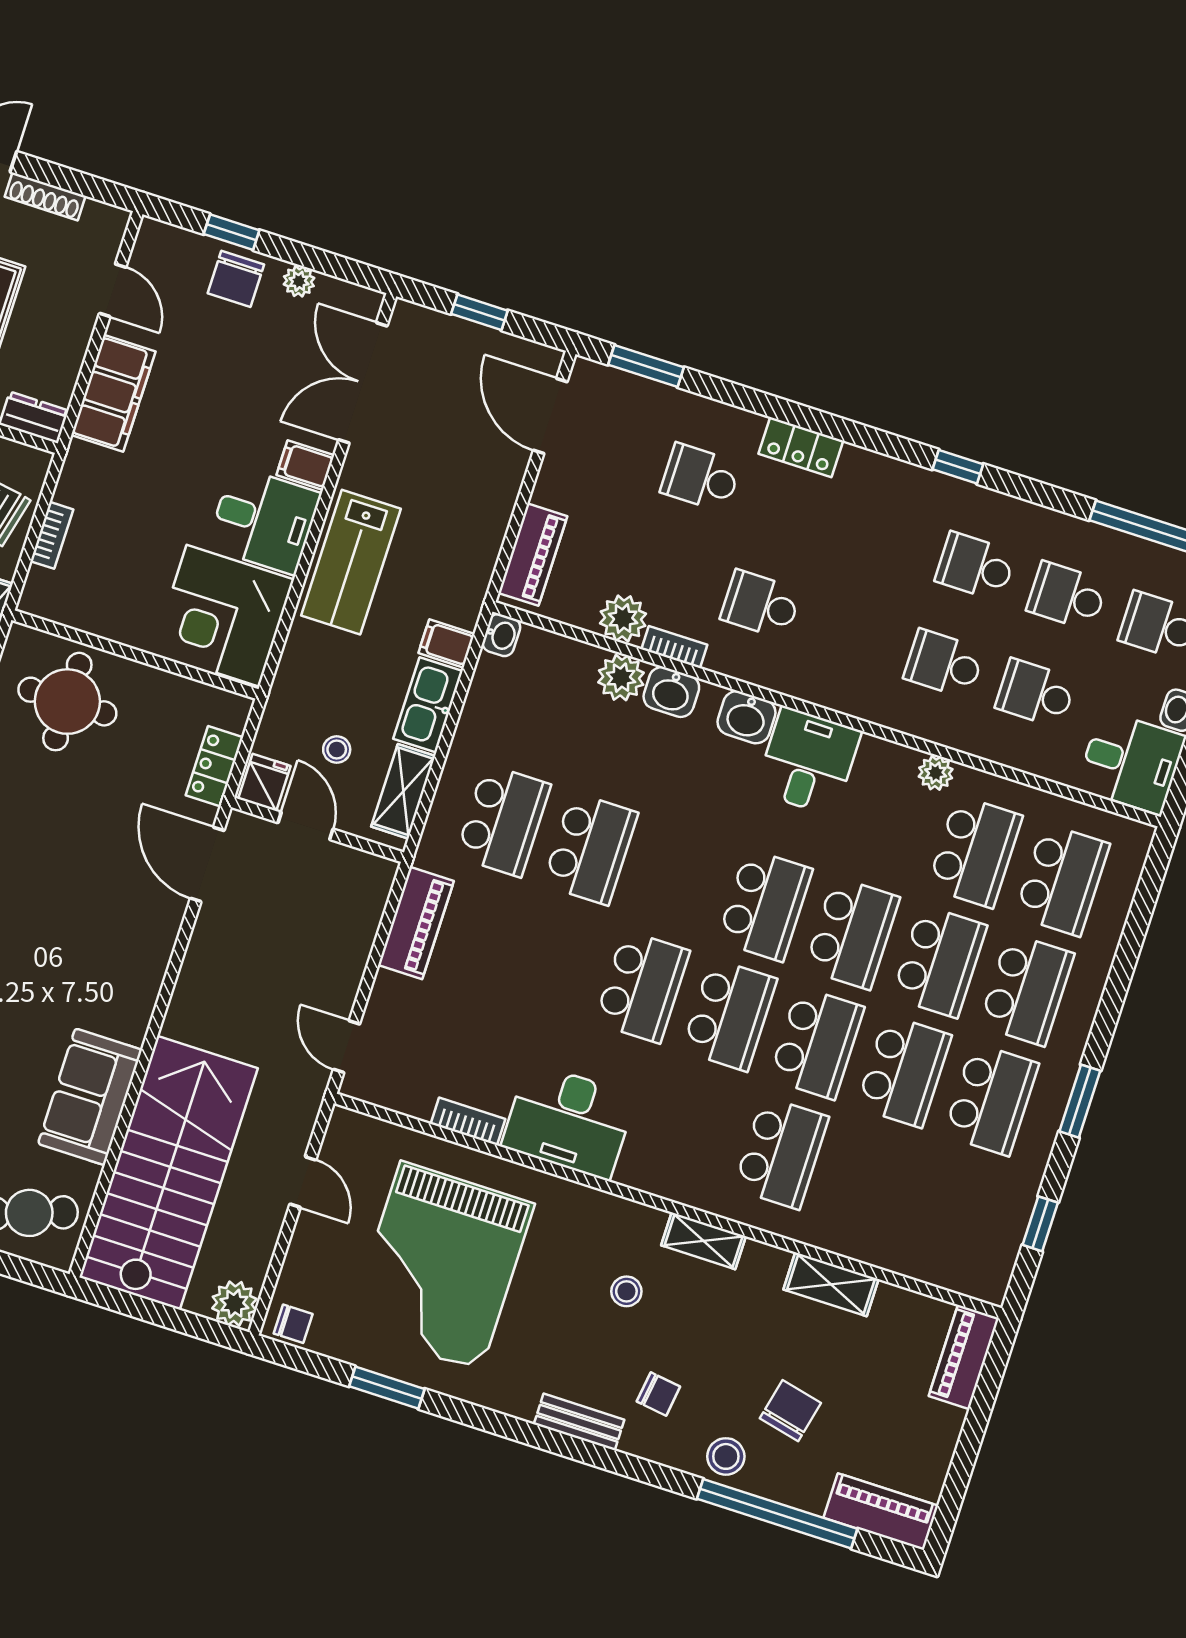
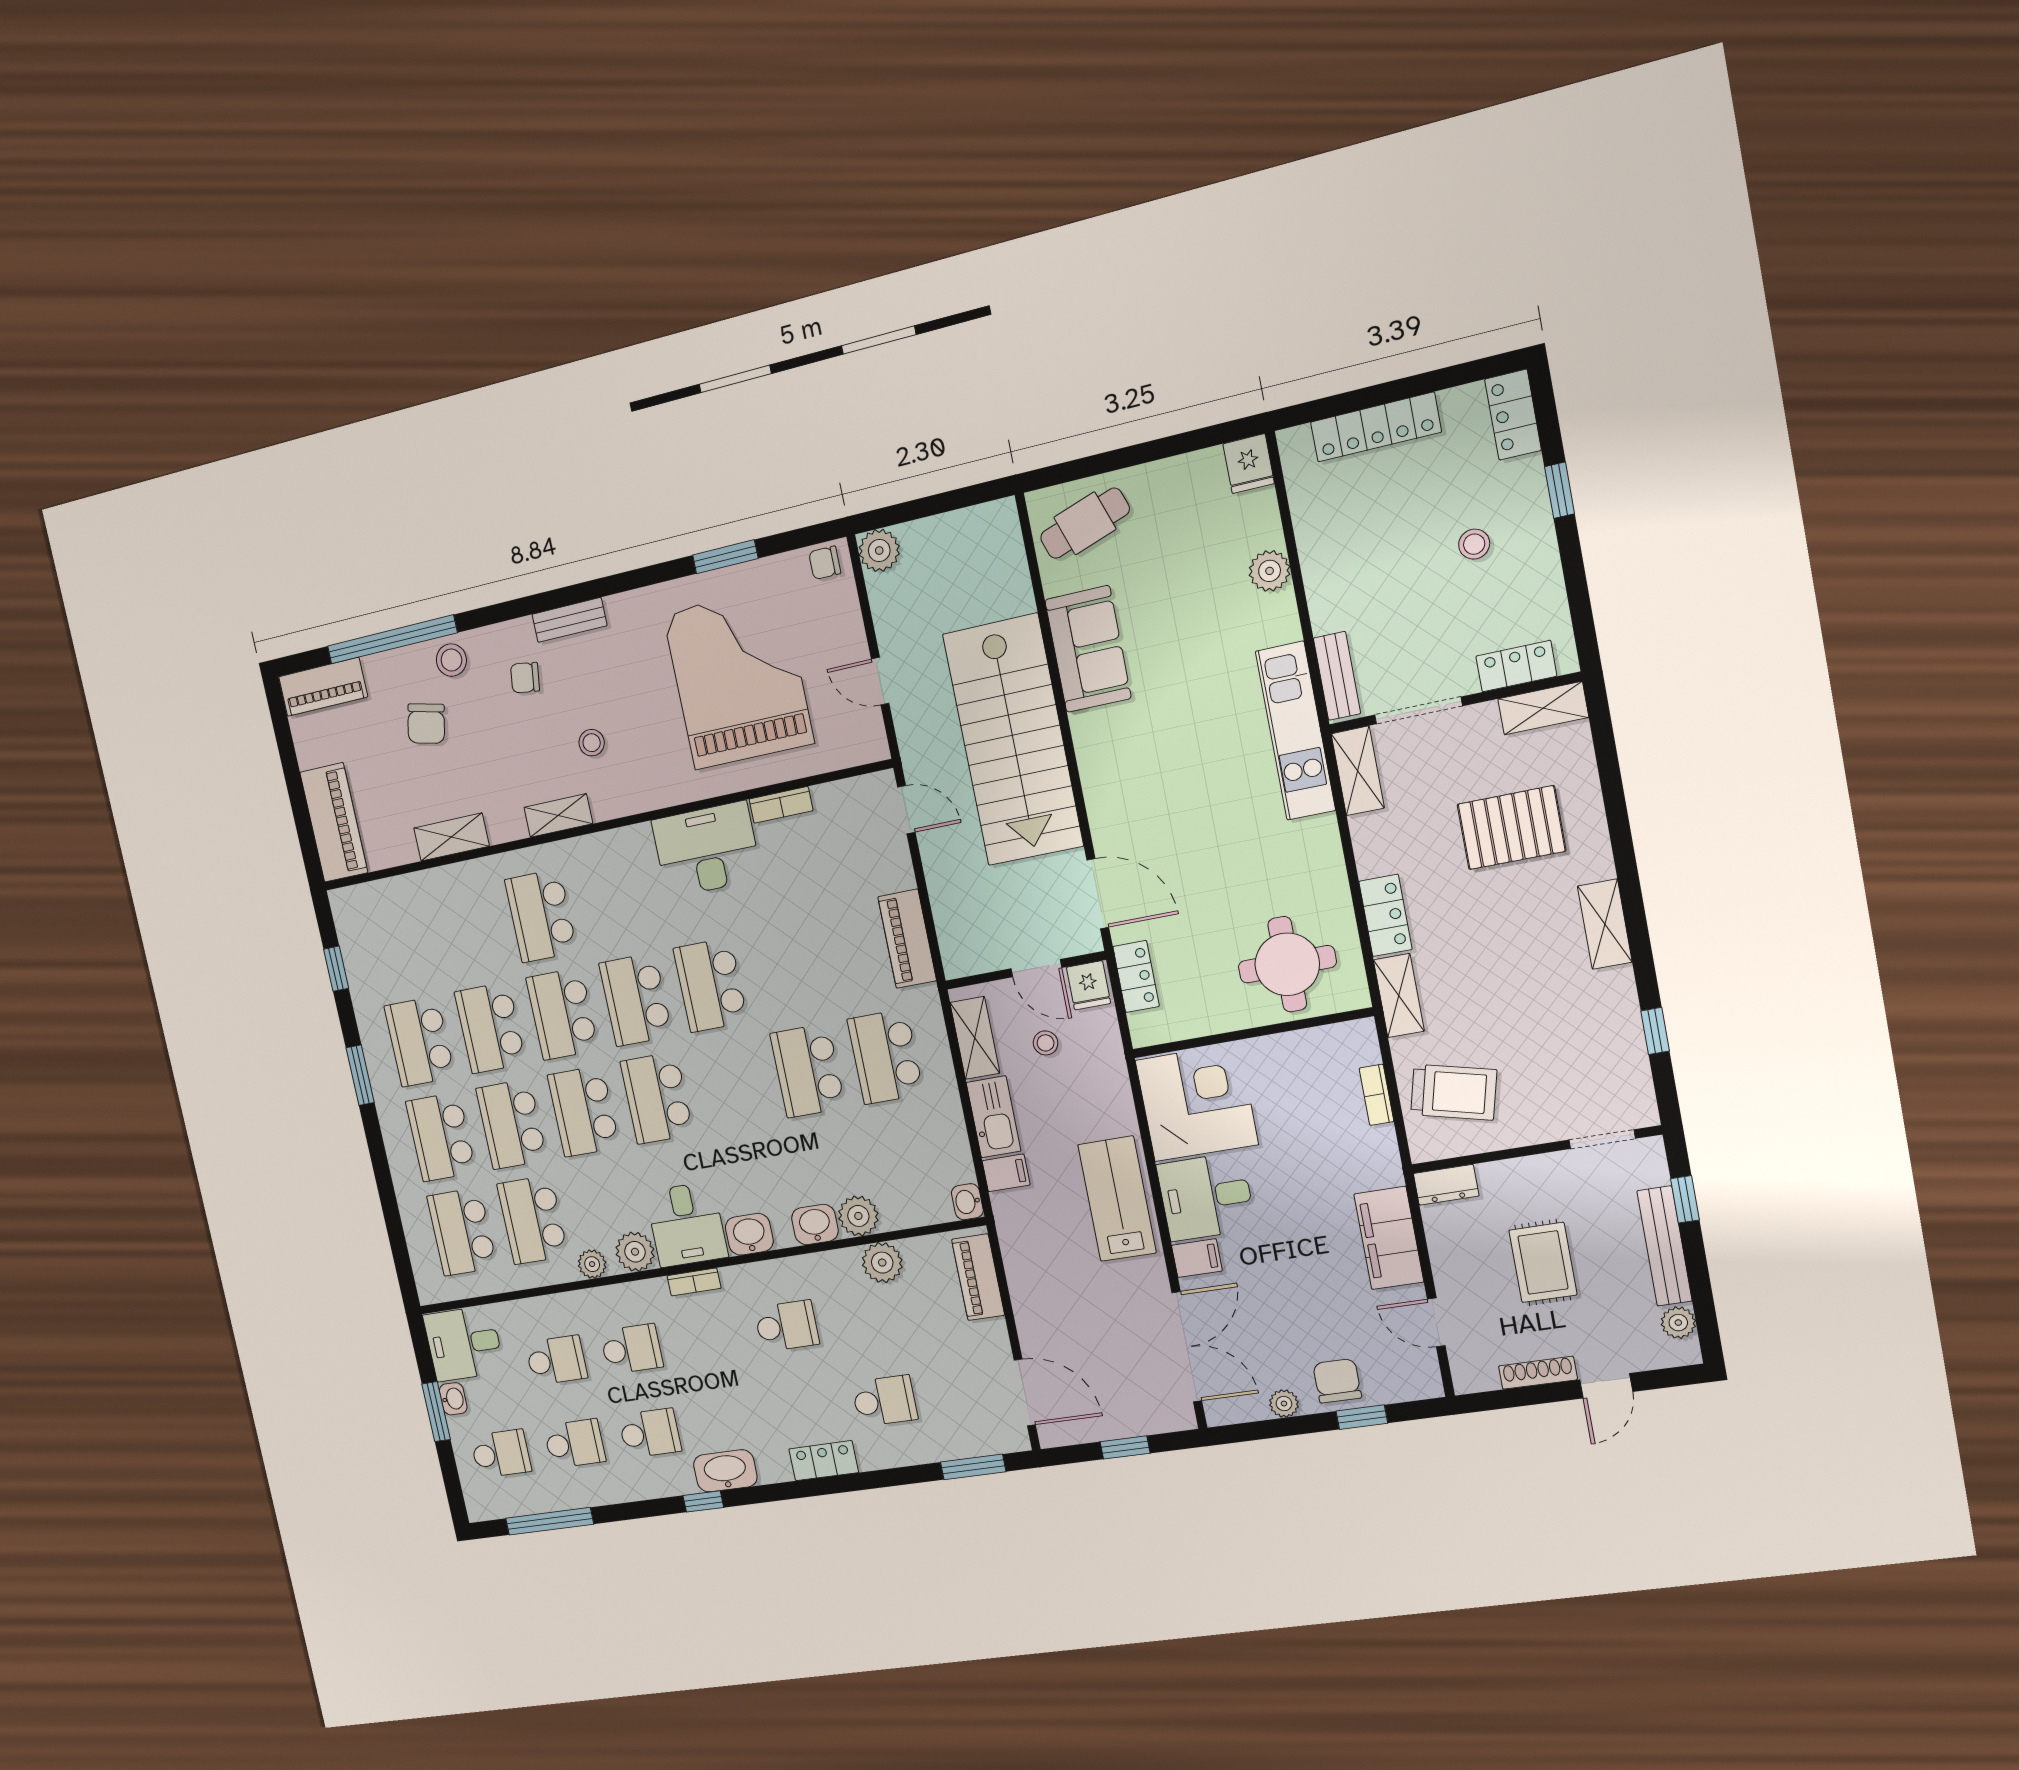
washbasin: (915, 487) -> (725, 1471), added
bookcase: (674, 647) -> (694, 1282), moved
plant: (881, 762) -> (635, 1252), added
stairs: (168, 1173) -> (1013, 740), moved
piano: (964, 1357) -> (334, 822), width x1.37, depth x1.33

